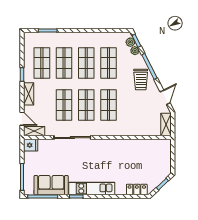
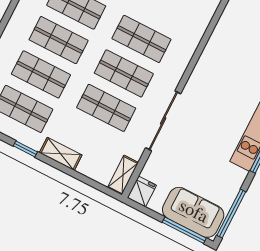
door: (22, 119) -> (94, 184), removed
sofa: (51, 185) -> (193, 212), moved, turned 90

